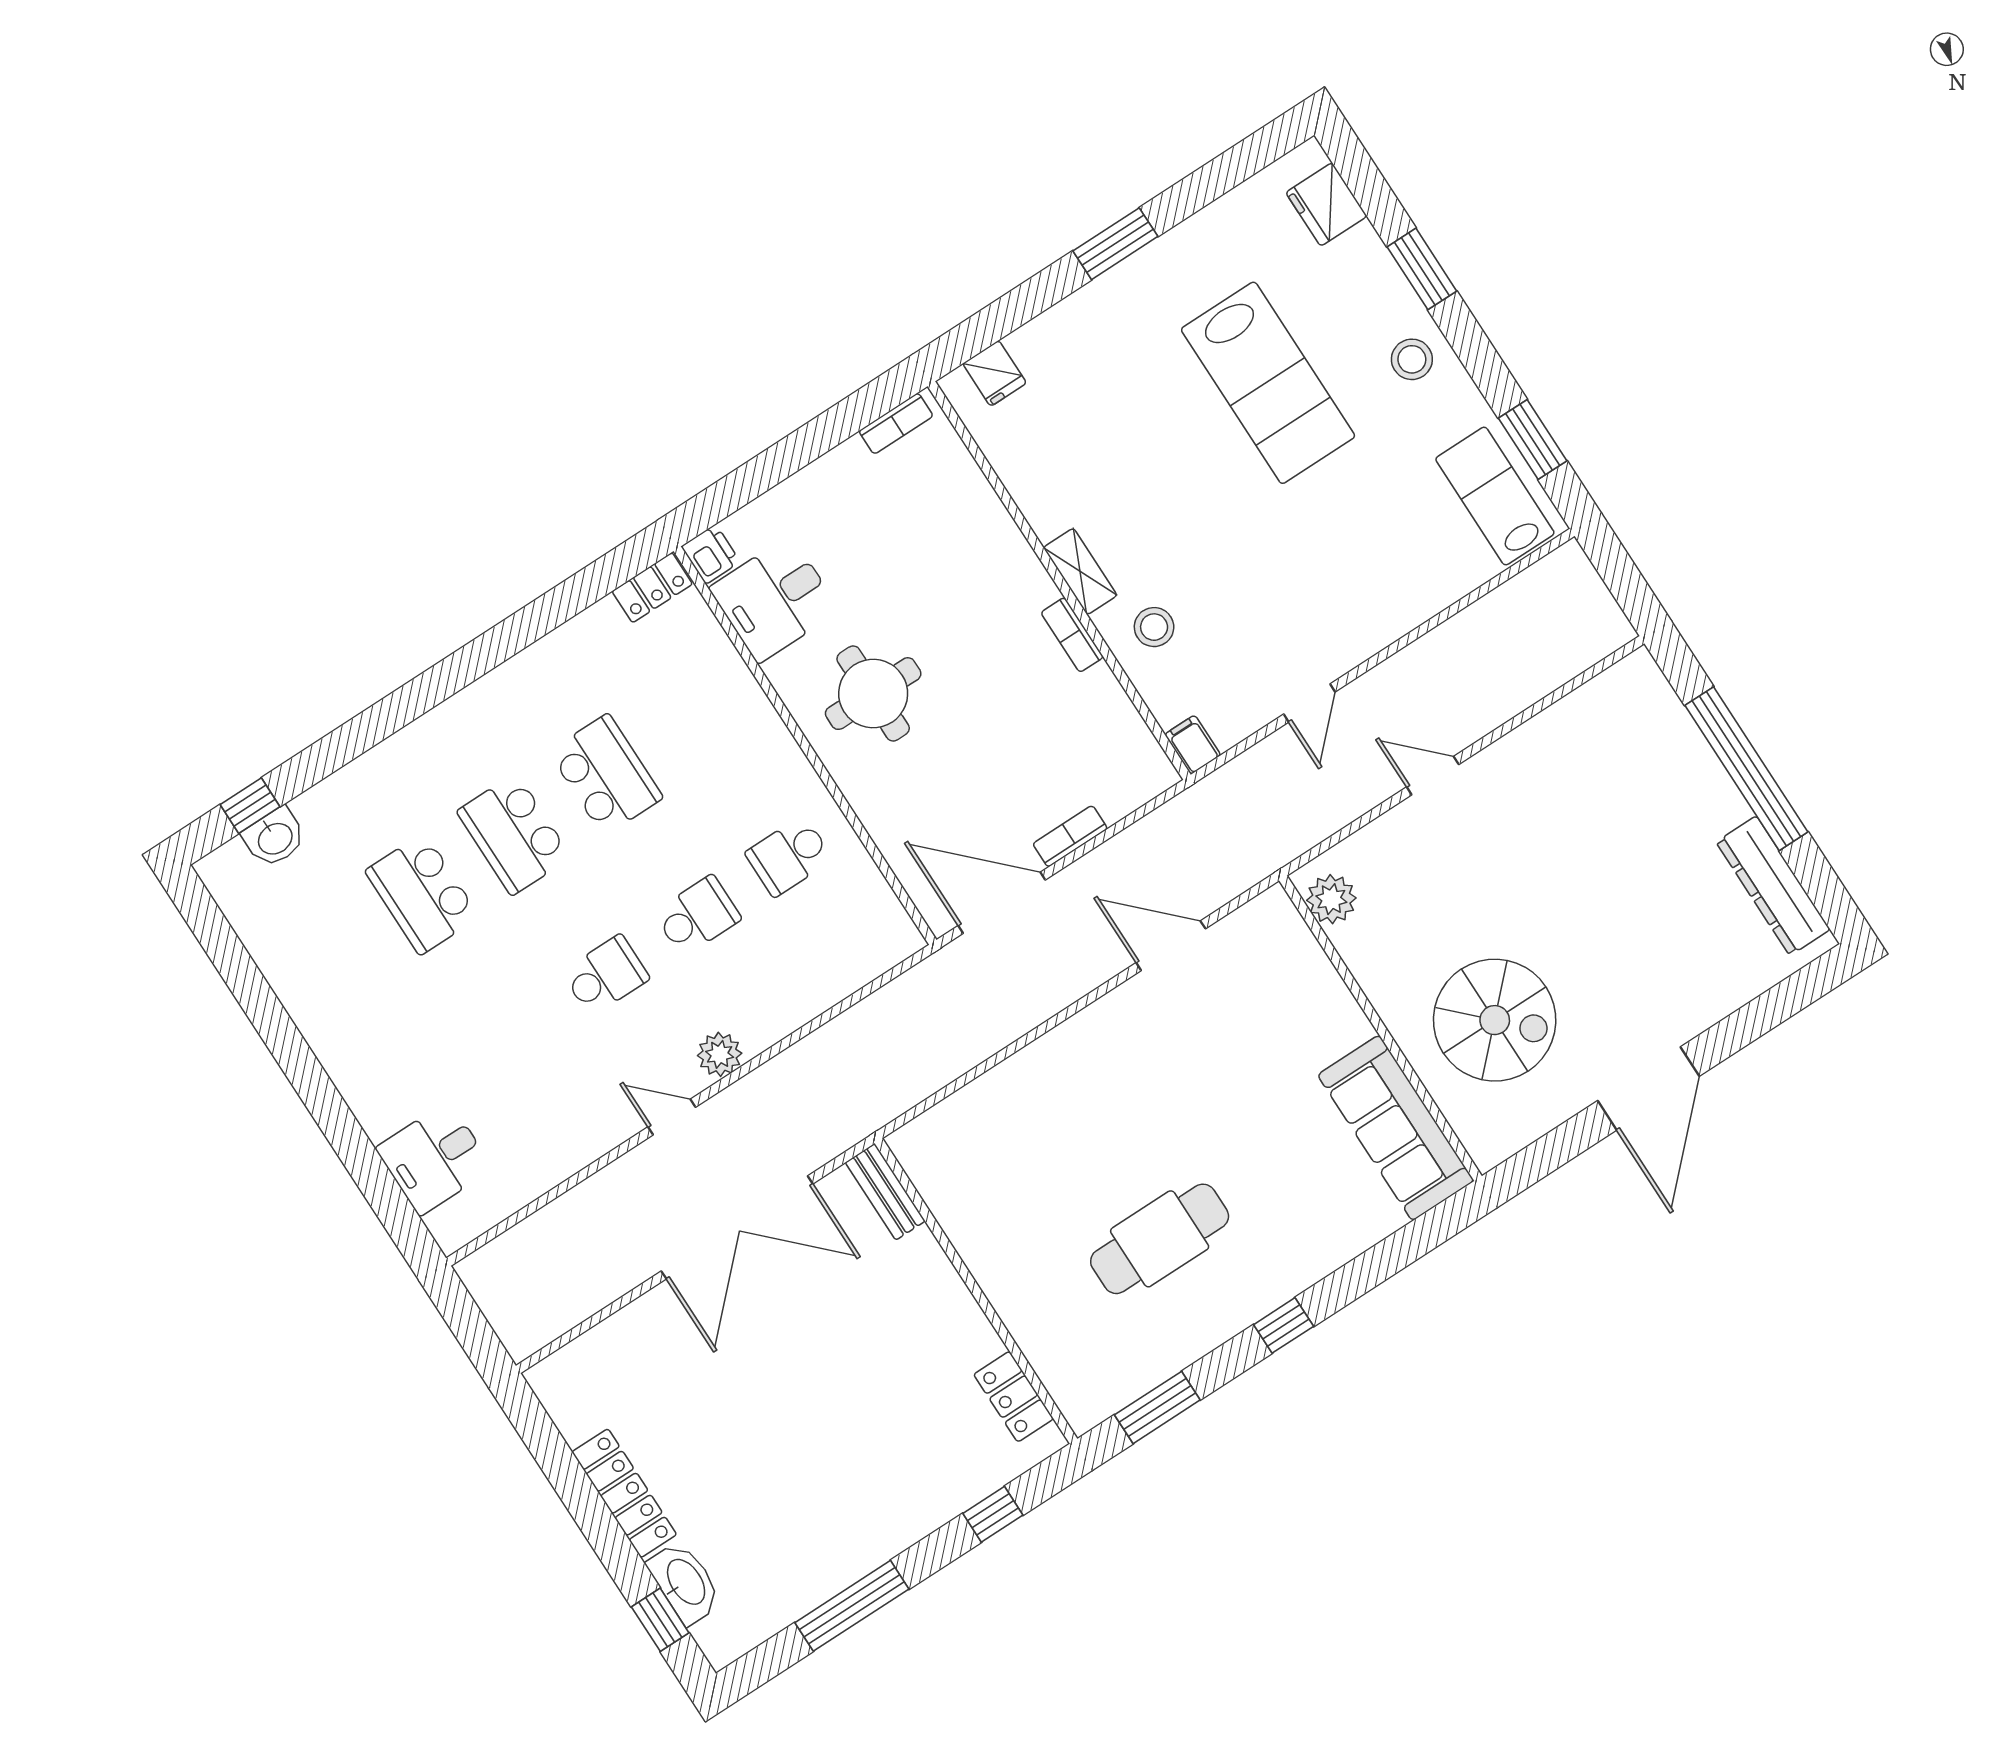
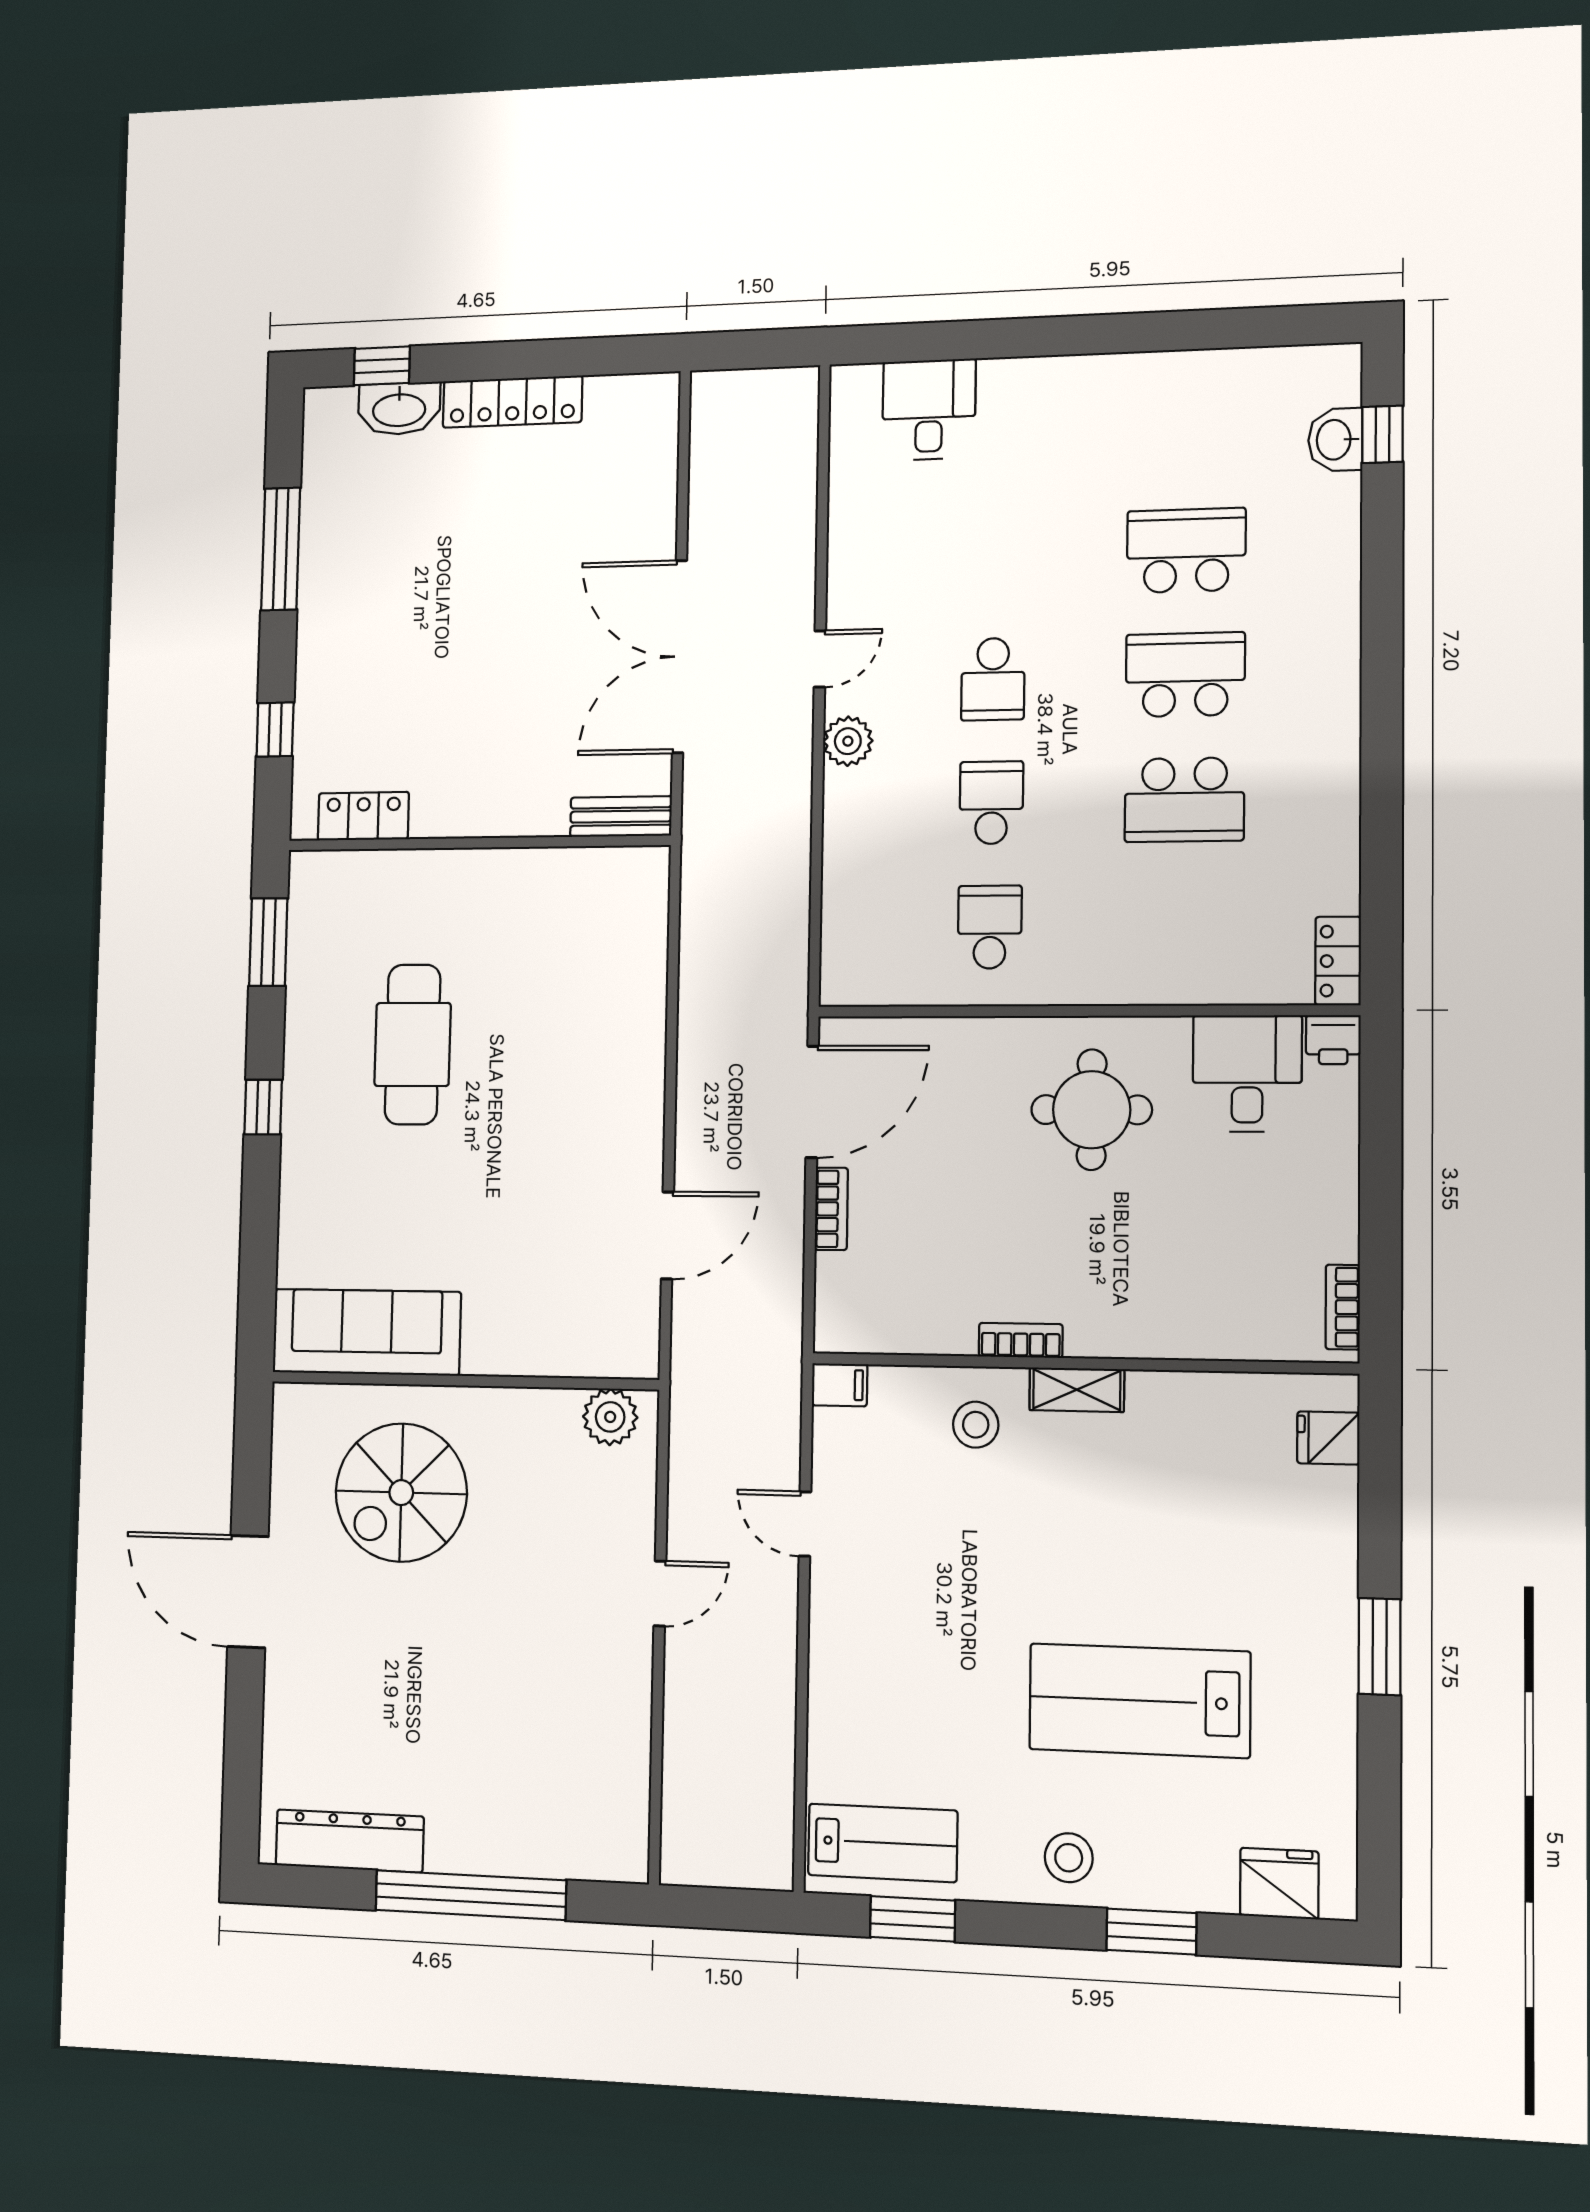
school desk: (697, 916) -> (991, 803), turned 180

